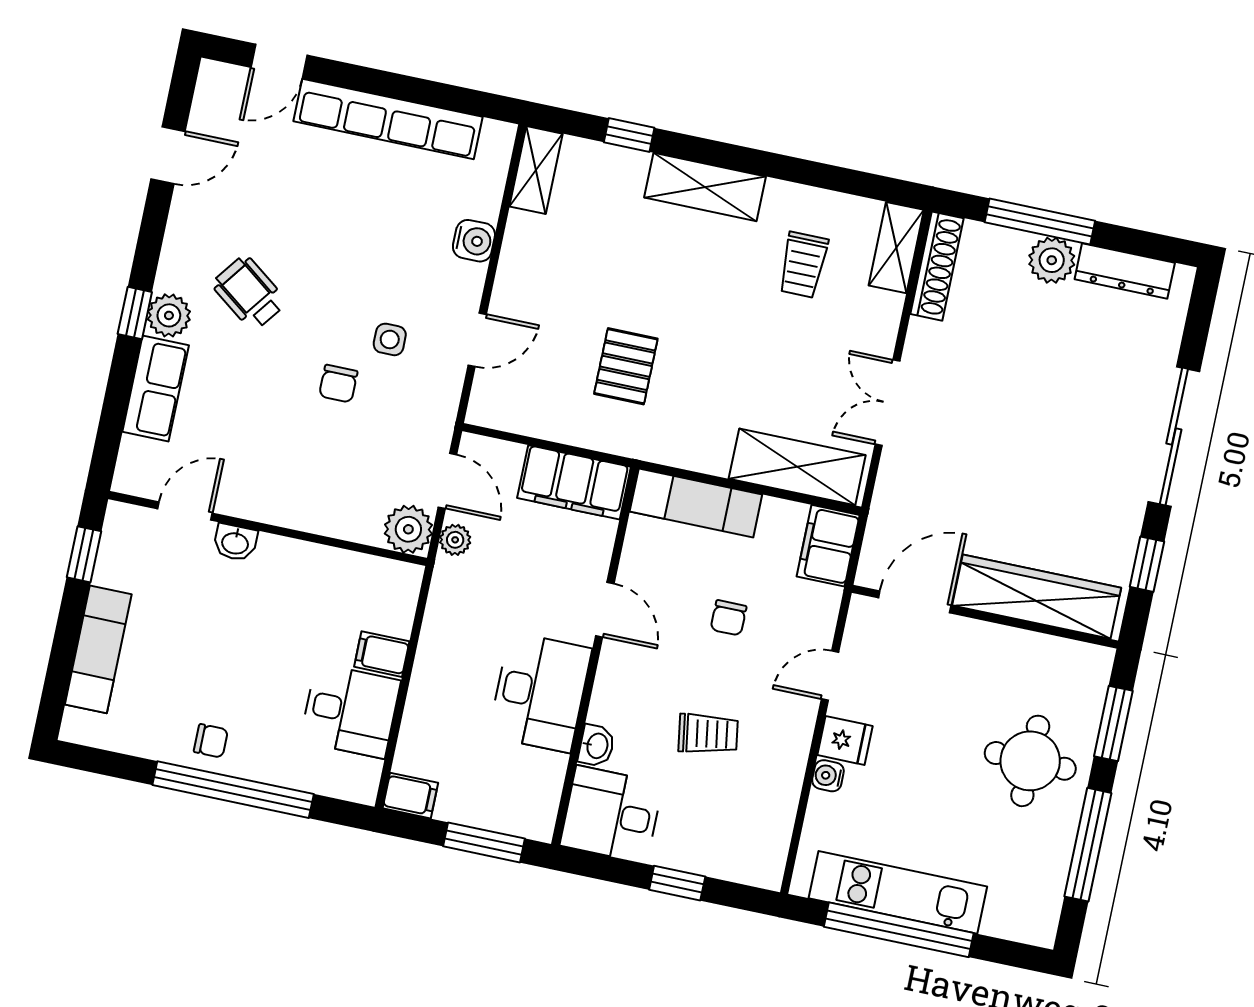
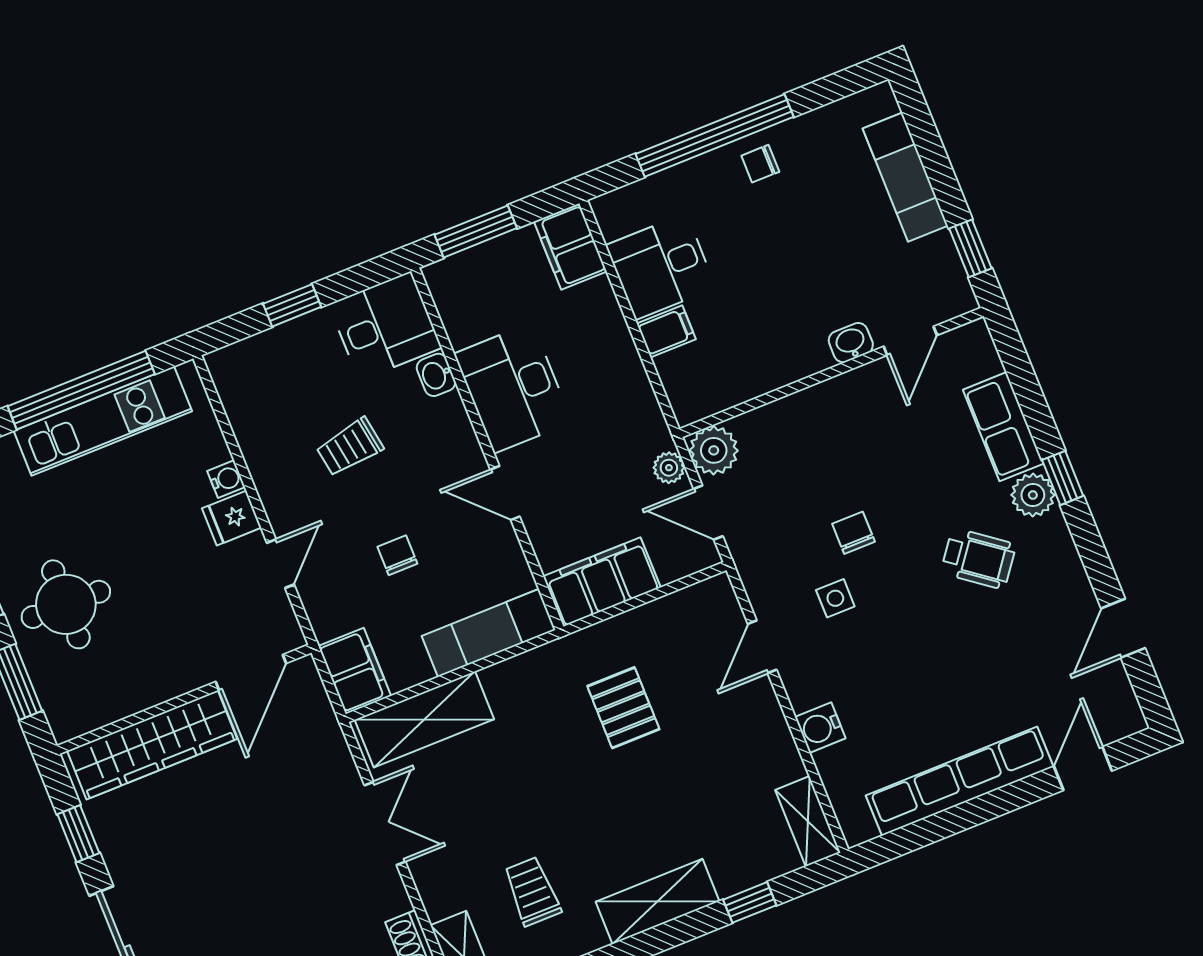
filing cabinet: (410, 796) -> (570, 246), width x2.00

